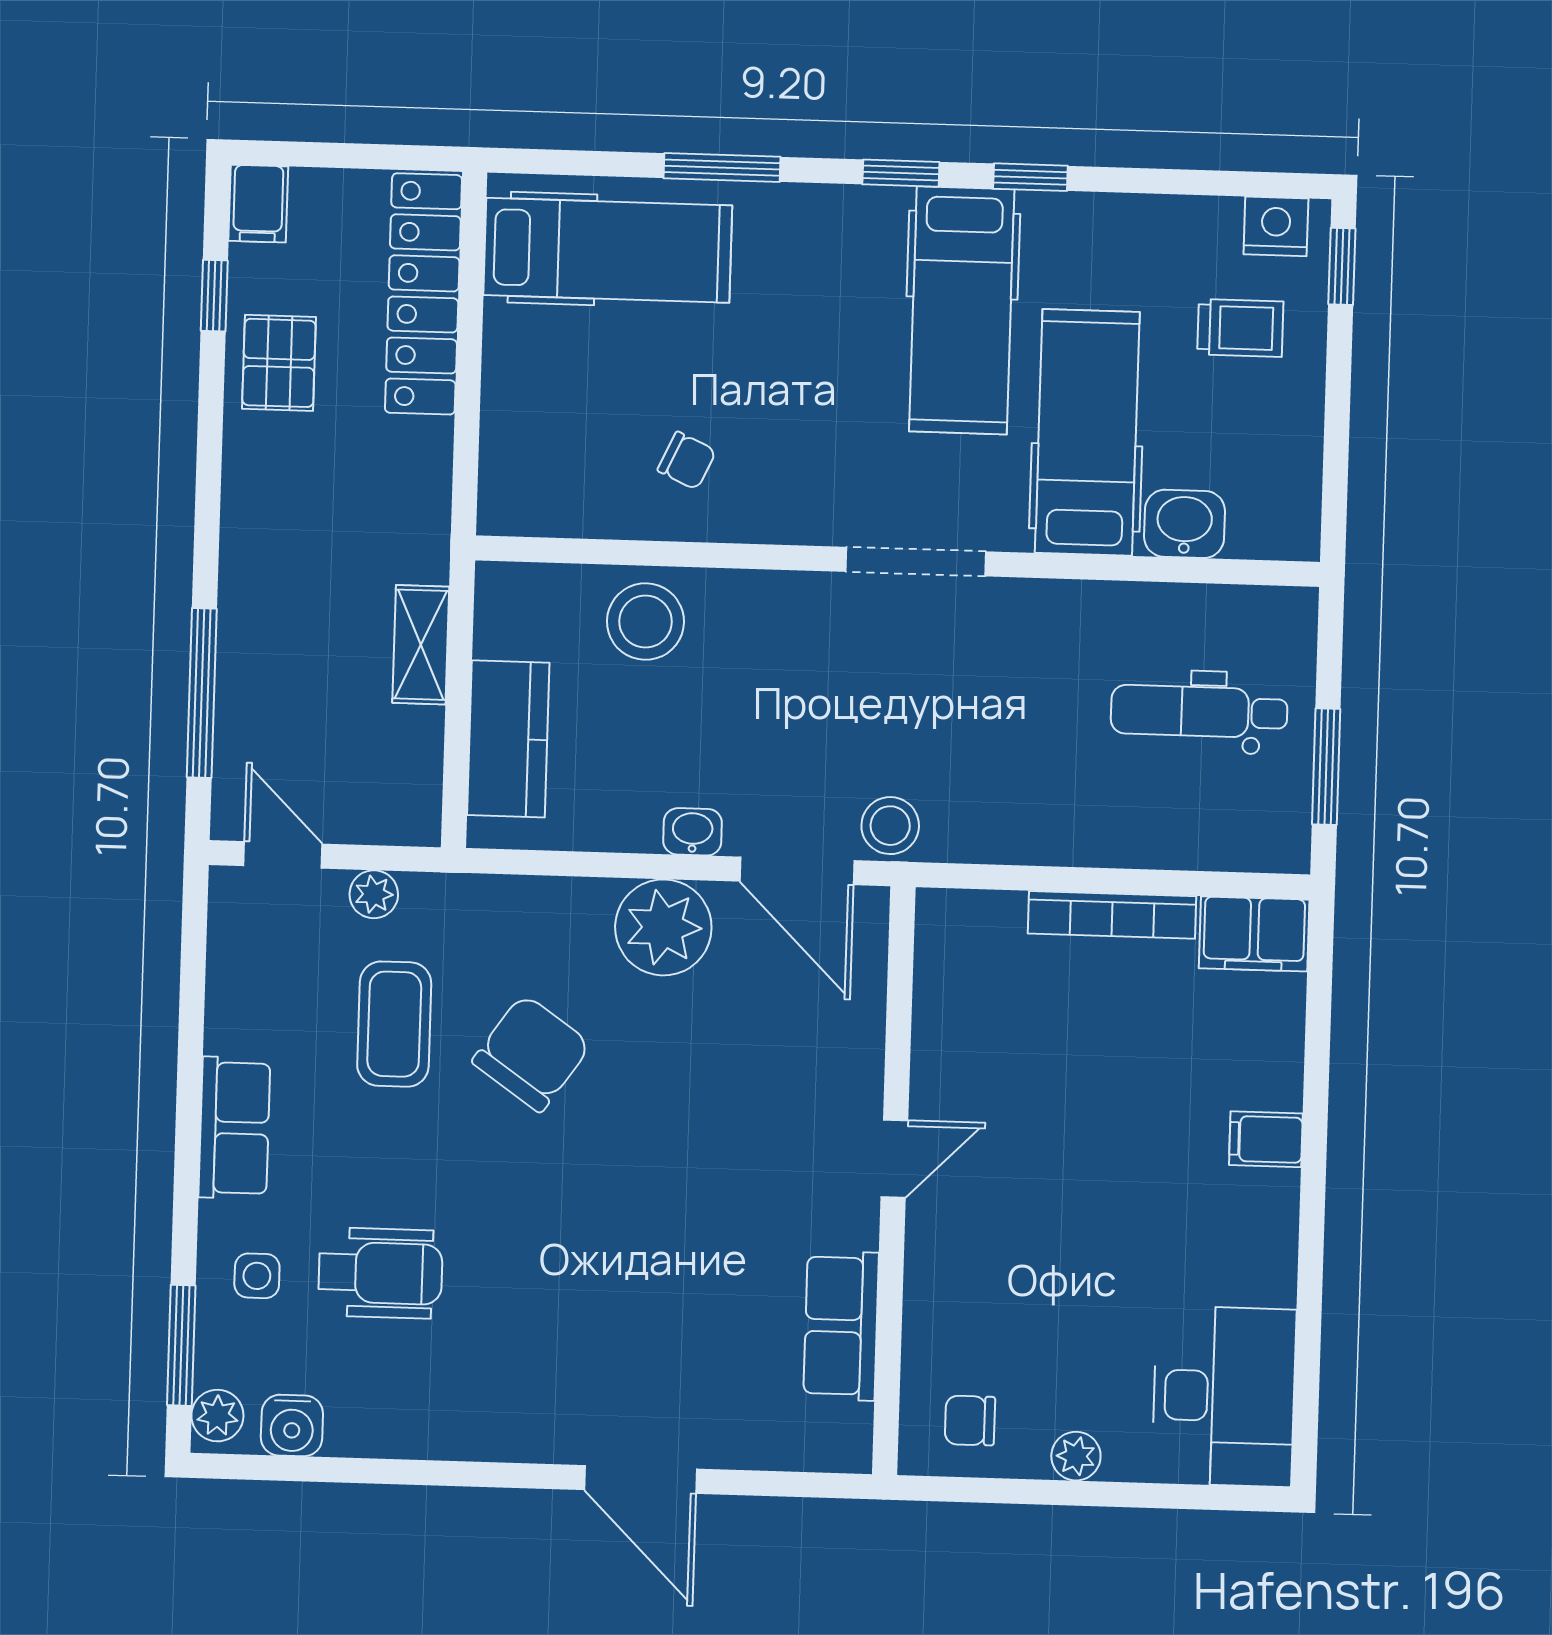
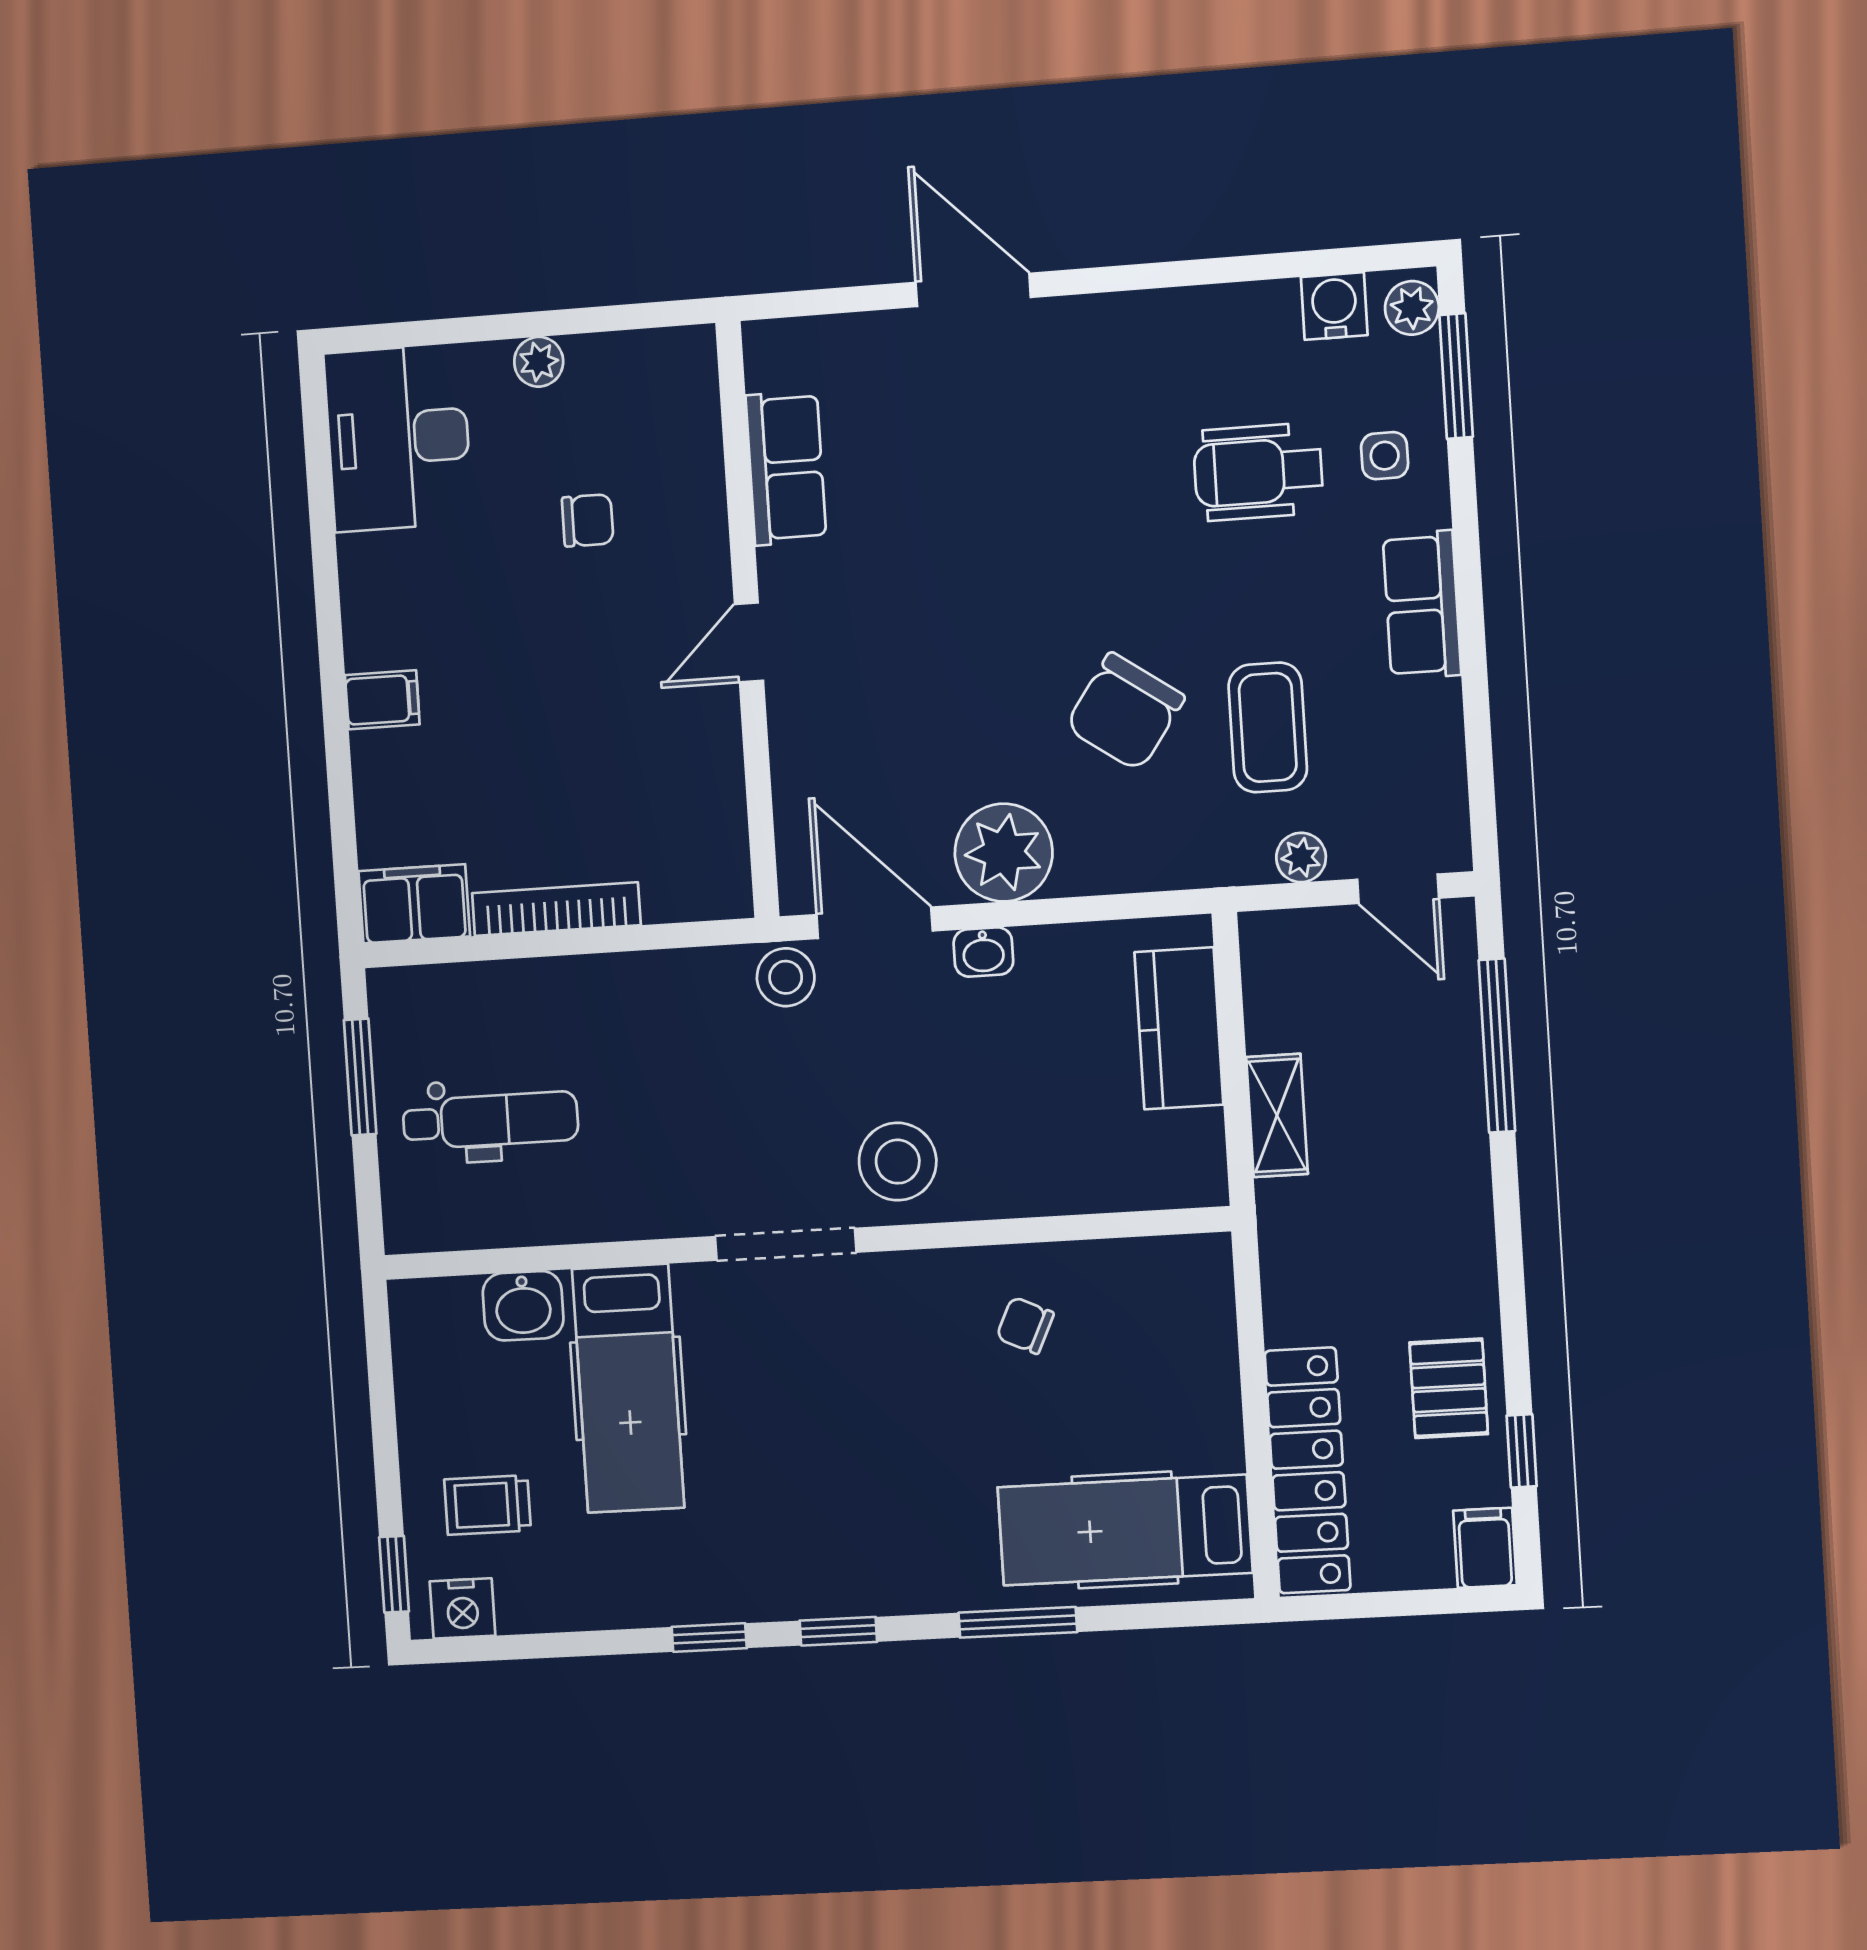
hospital bed: (962, 310) -> (765, 1499), removed
stool: (645, 622) -> (898, 1162), moved
chair: (970, 1420) -> (588, 520), moved

